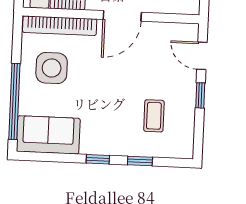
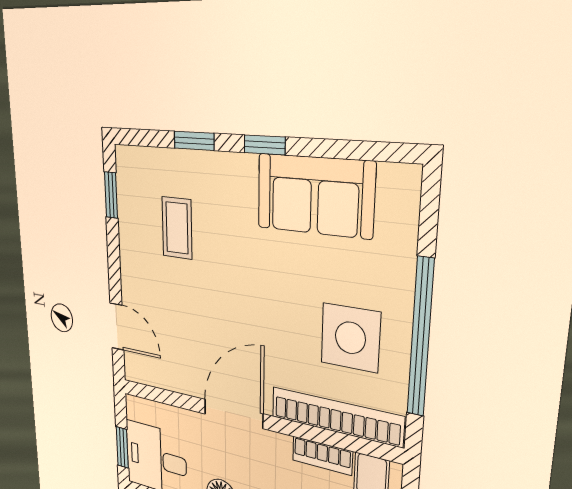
window: (200, 95) -> (111, 195), moved
window: (14, 102) -> (420, 338), moved
sofa: (48, 135) -> (315, 196), moved

